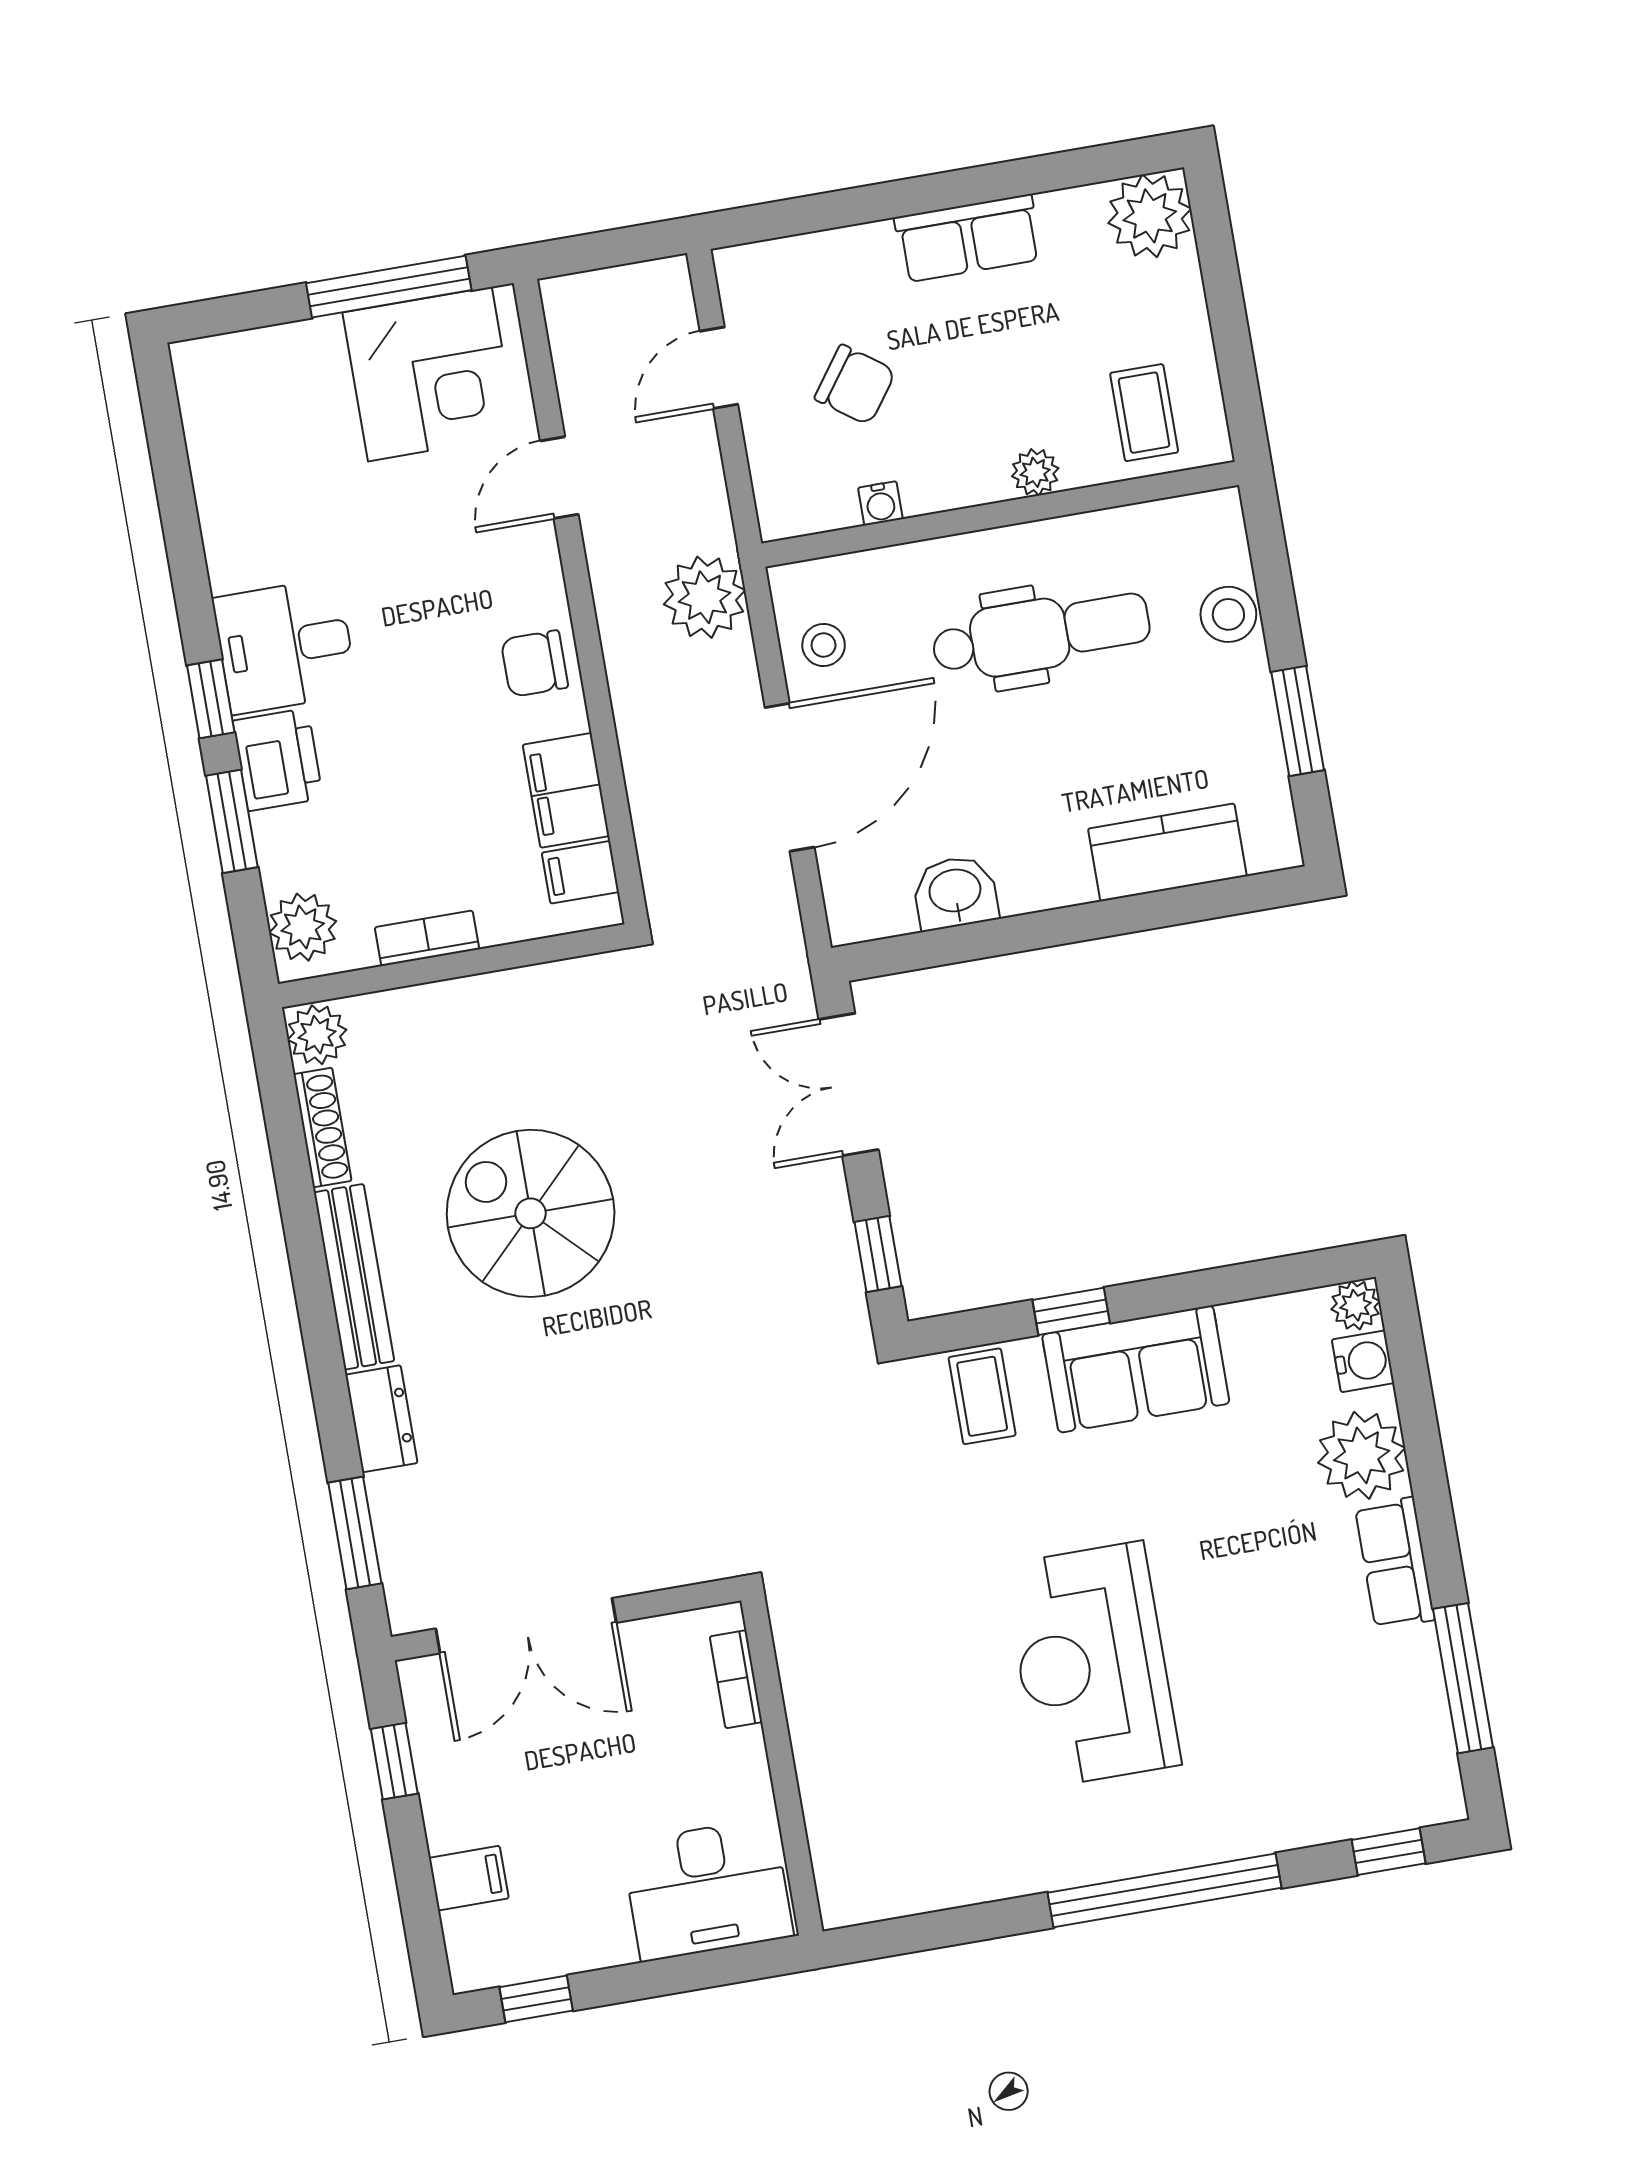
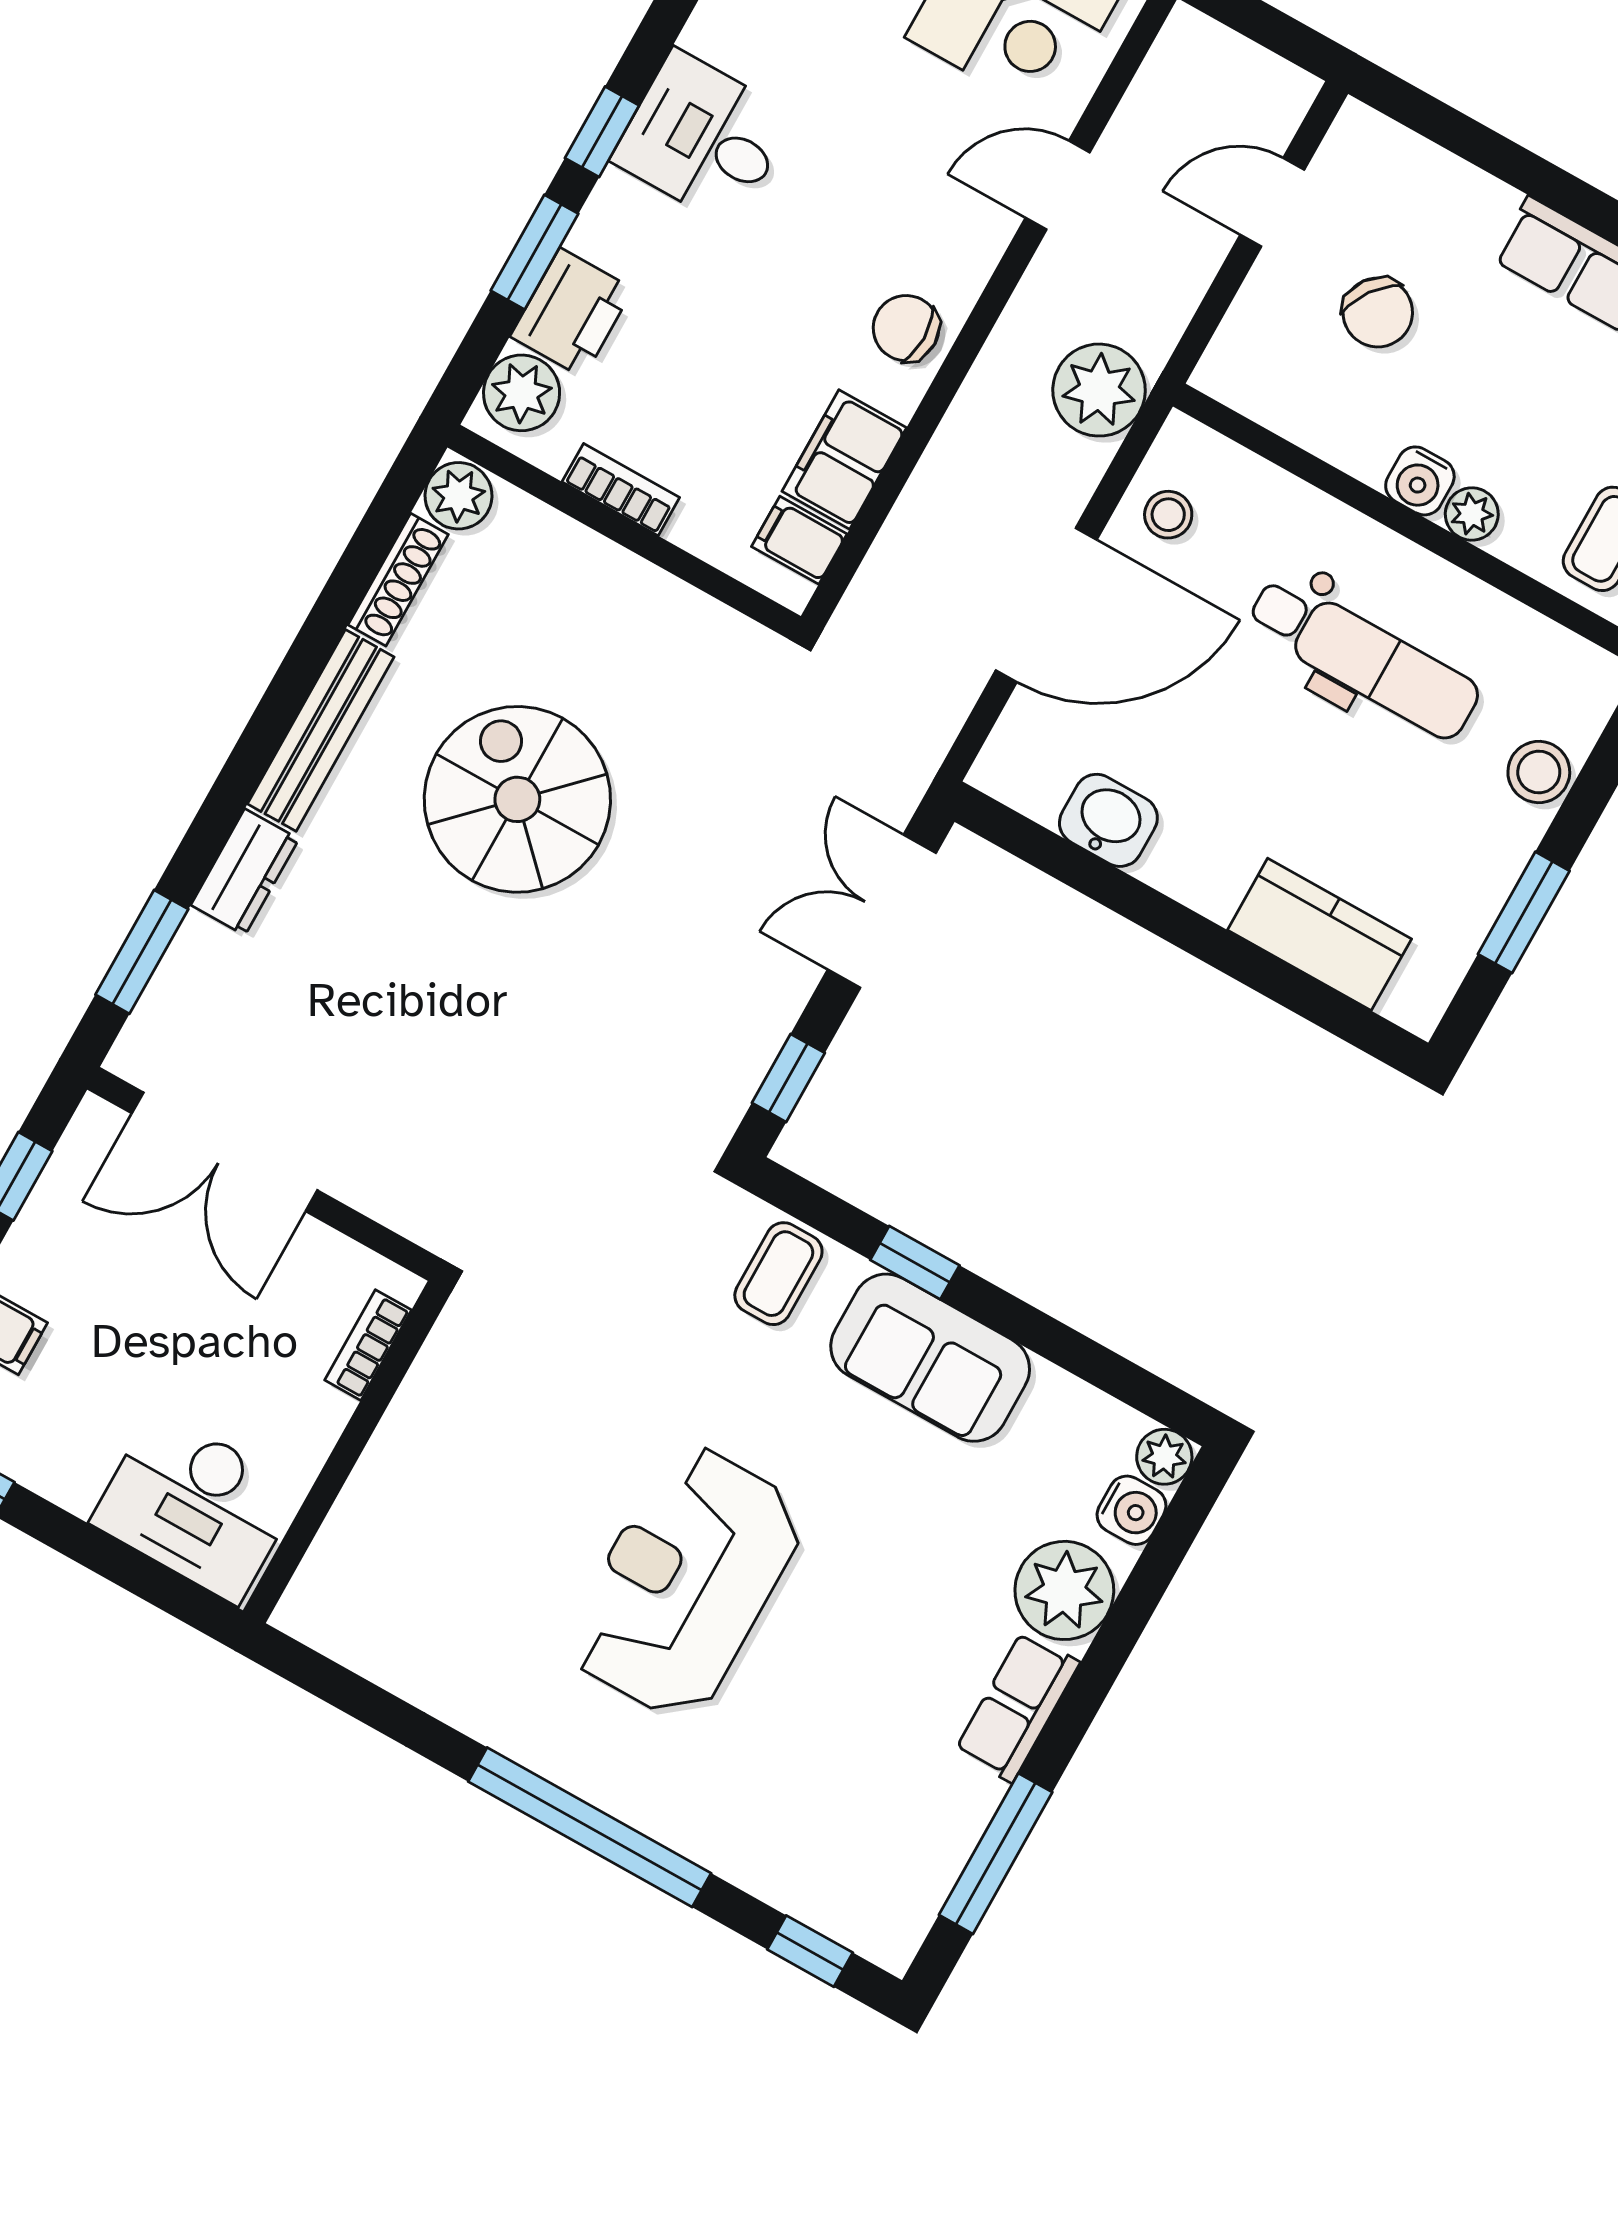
water cooler: (880, 503) -> (1420, 481), moved, width x1.38, depth x1.38
printer: (278, 760) -> (572, 313), moved

